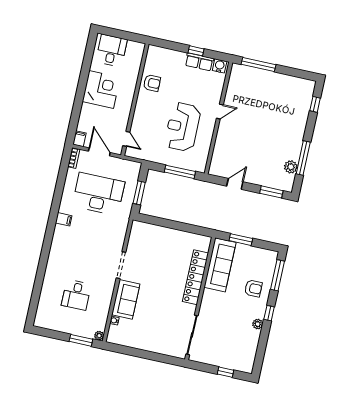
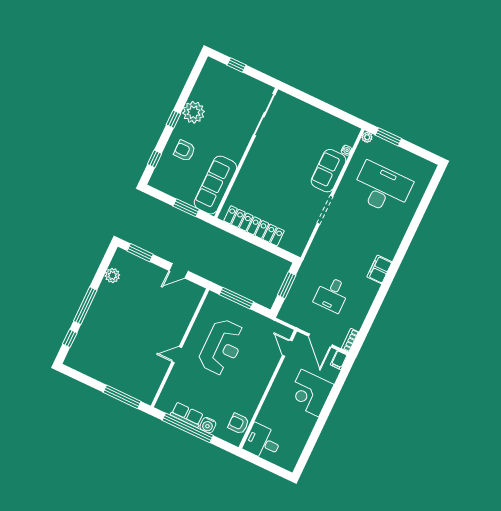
desk: (112, 51) -> (263, 442), moved, turned 90
window: (196, 51) -> (188, 428), width x3.17
water cooler: (220, 66) -> (208, 425), moved
armchair: (152, 83) -> (238, 424), moved
corner desk: (101, 89) -> (310, 393), moved
window: (303, 158) -> (85, 306), moved
desk: (99, 194) -> (332, 294), width x0.53, depth x0.77
filing cabinet: (64, 219) -> (379, 269), width x2.00
window: (277, 275) -> (155, 159), width x0.46
locker: (195, 277) -> (254, 226), moved, turned -90
desk: (76, 295) -> (382, 188), width x1.87, depth x1.30
plant: (258, 324) -> (194, 112), width x1.87, depth x1.87

